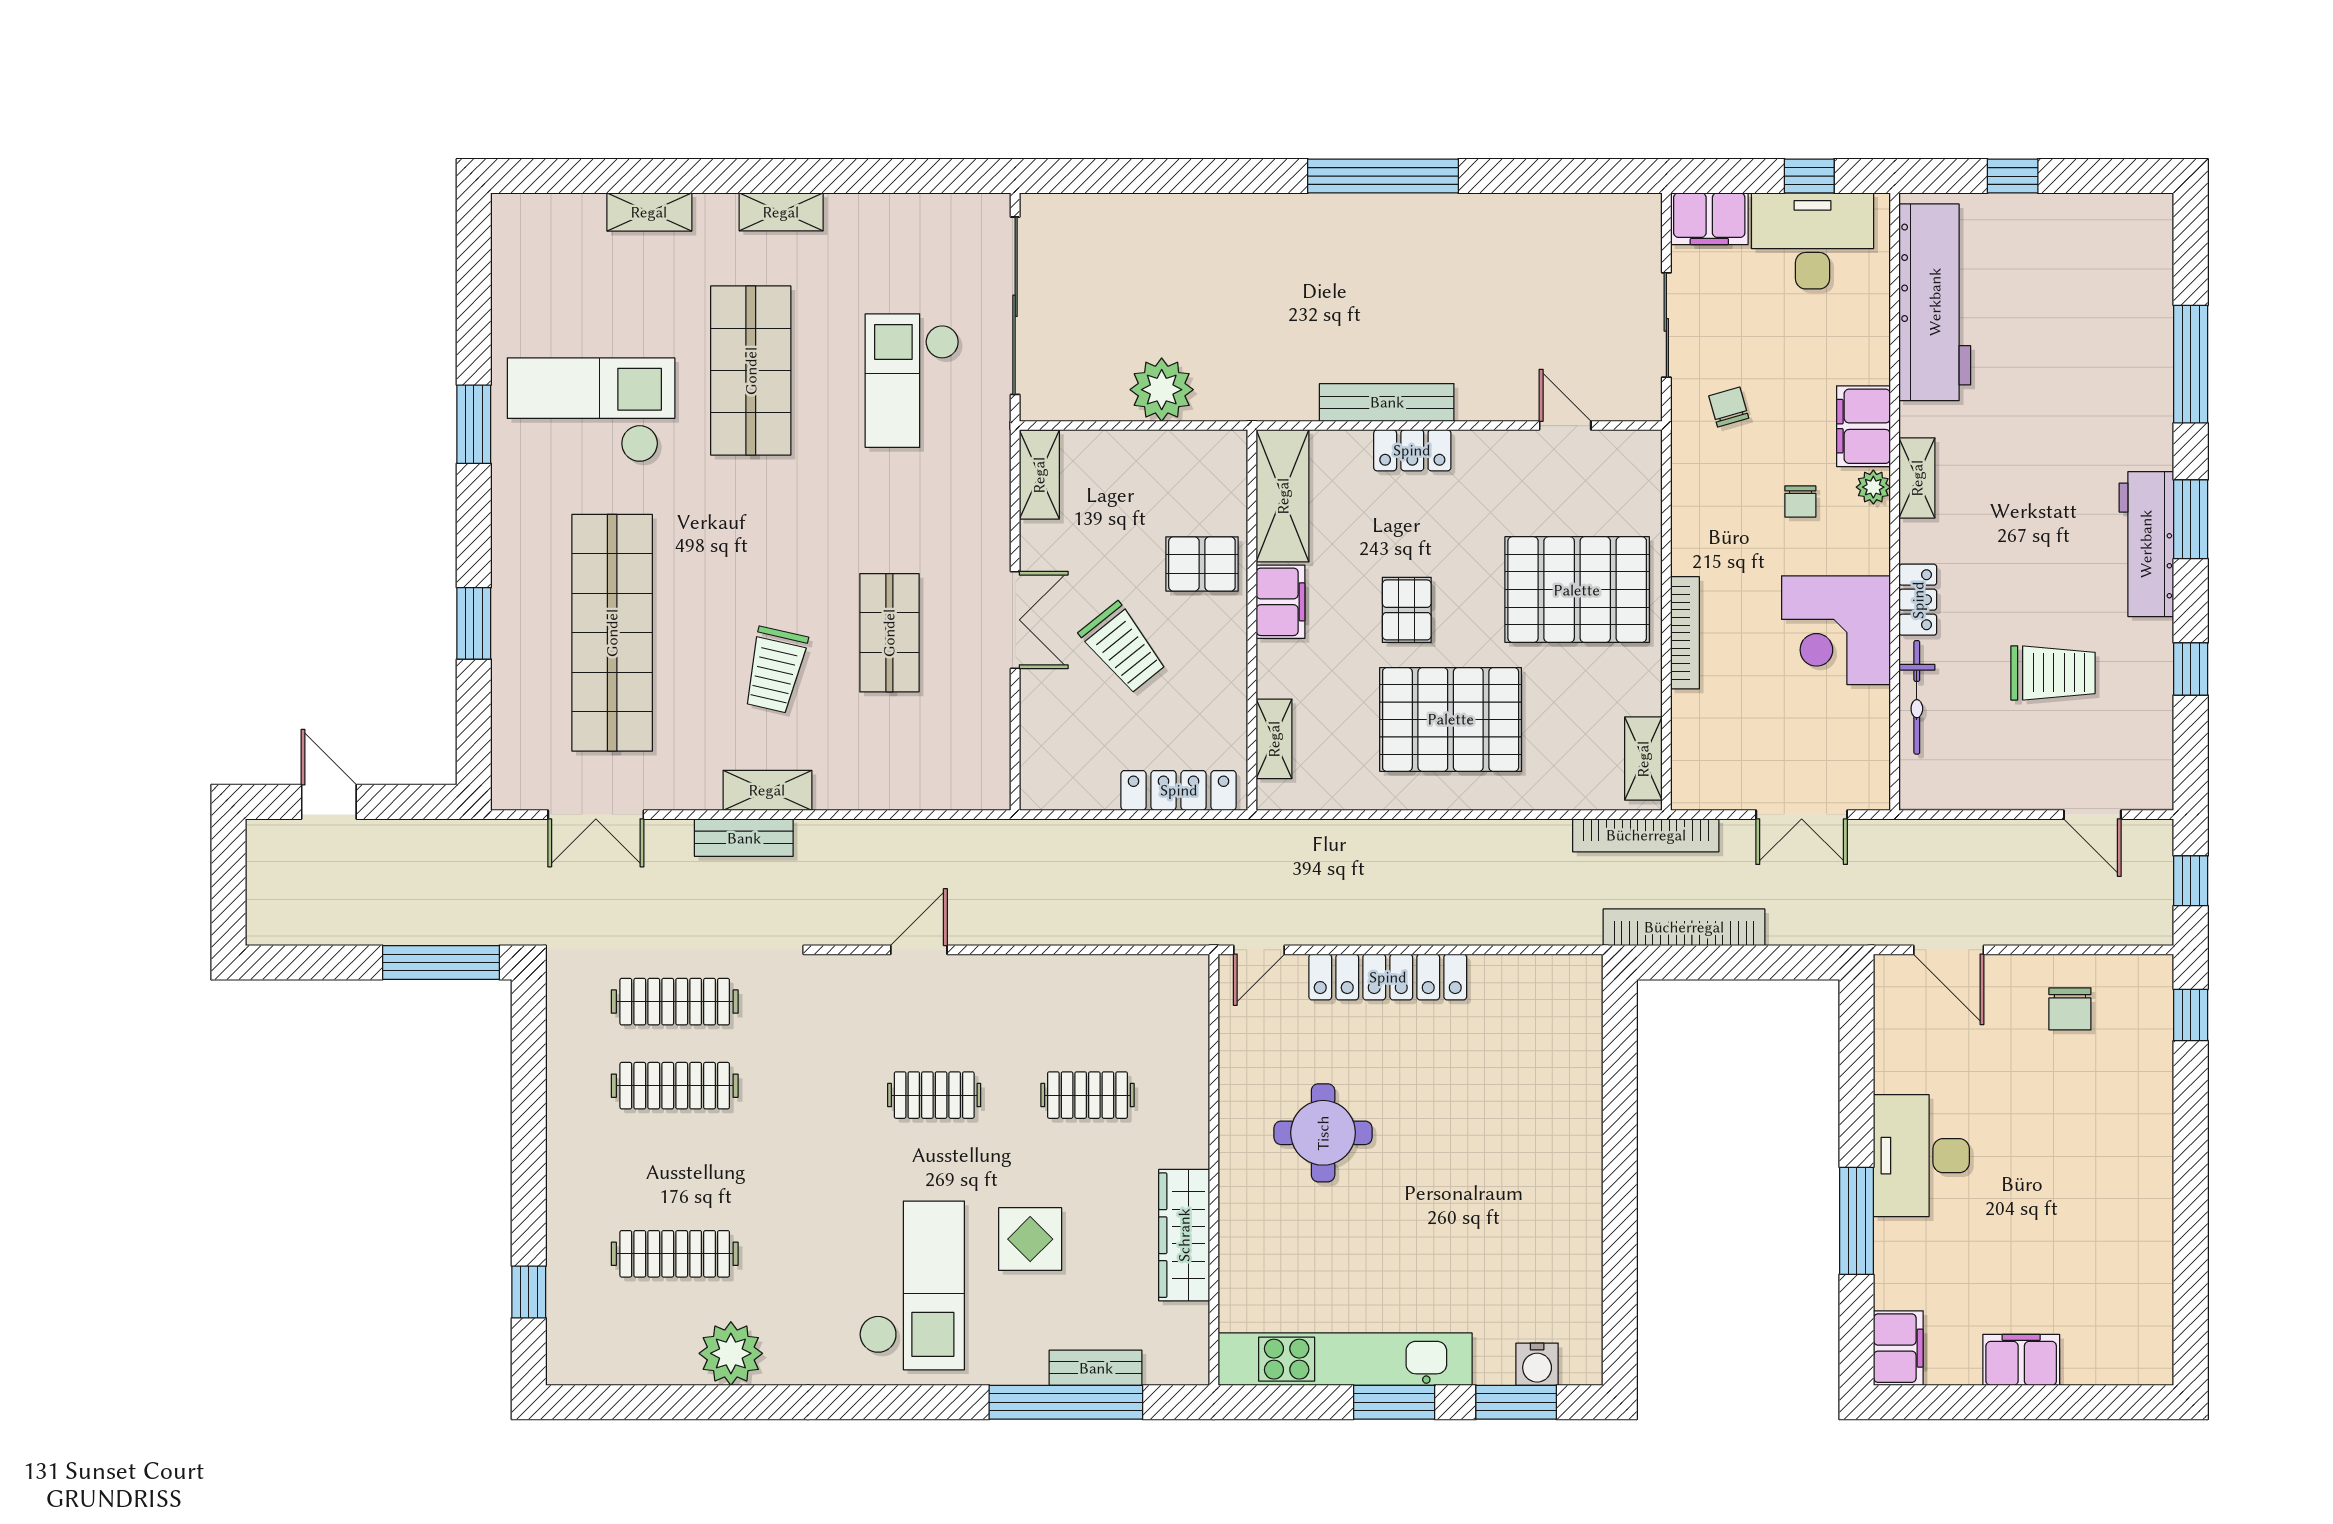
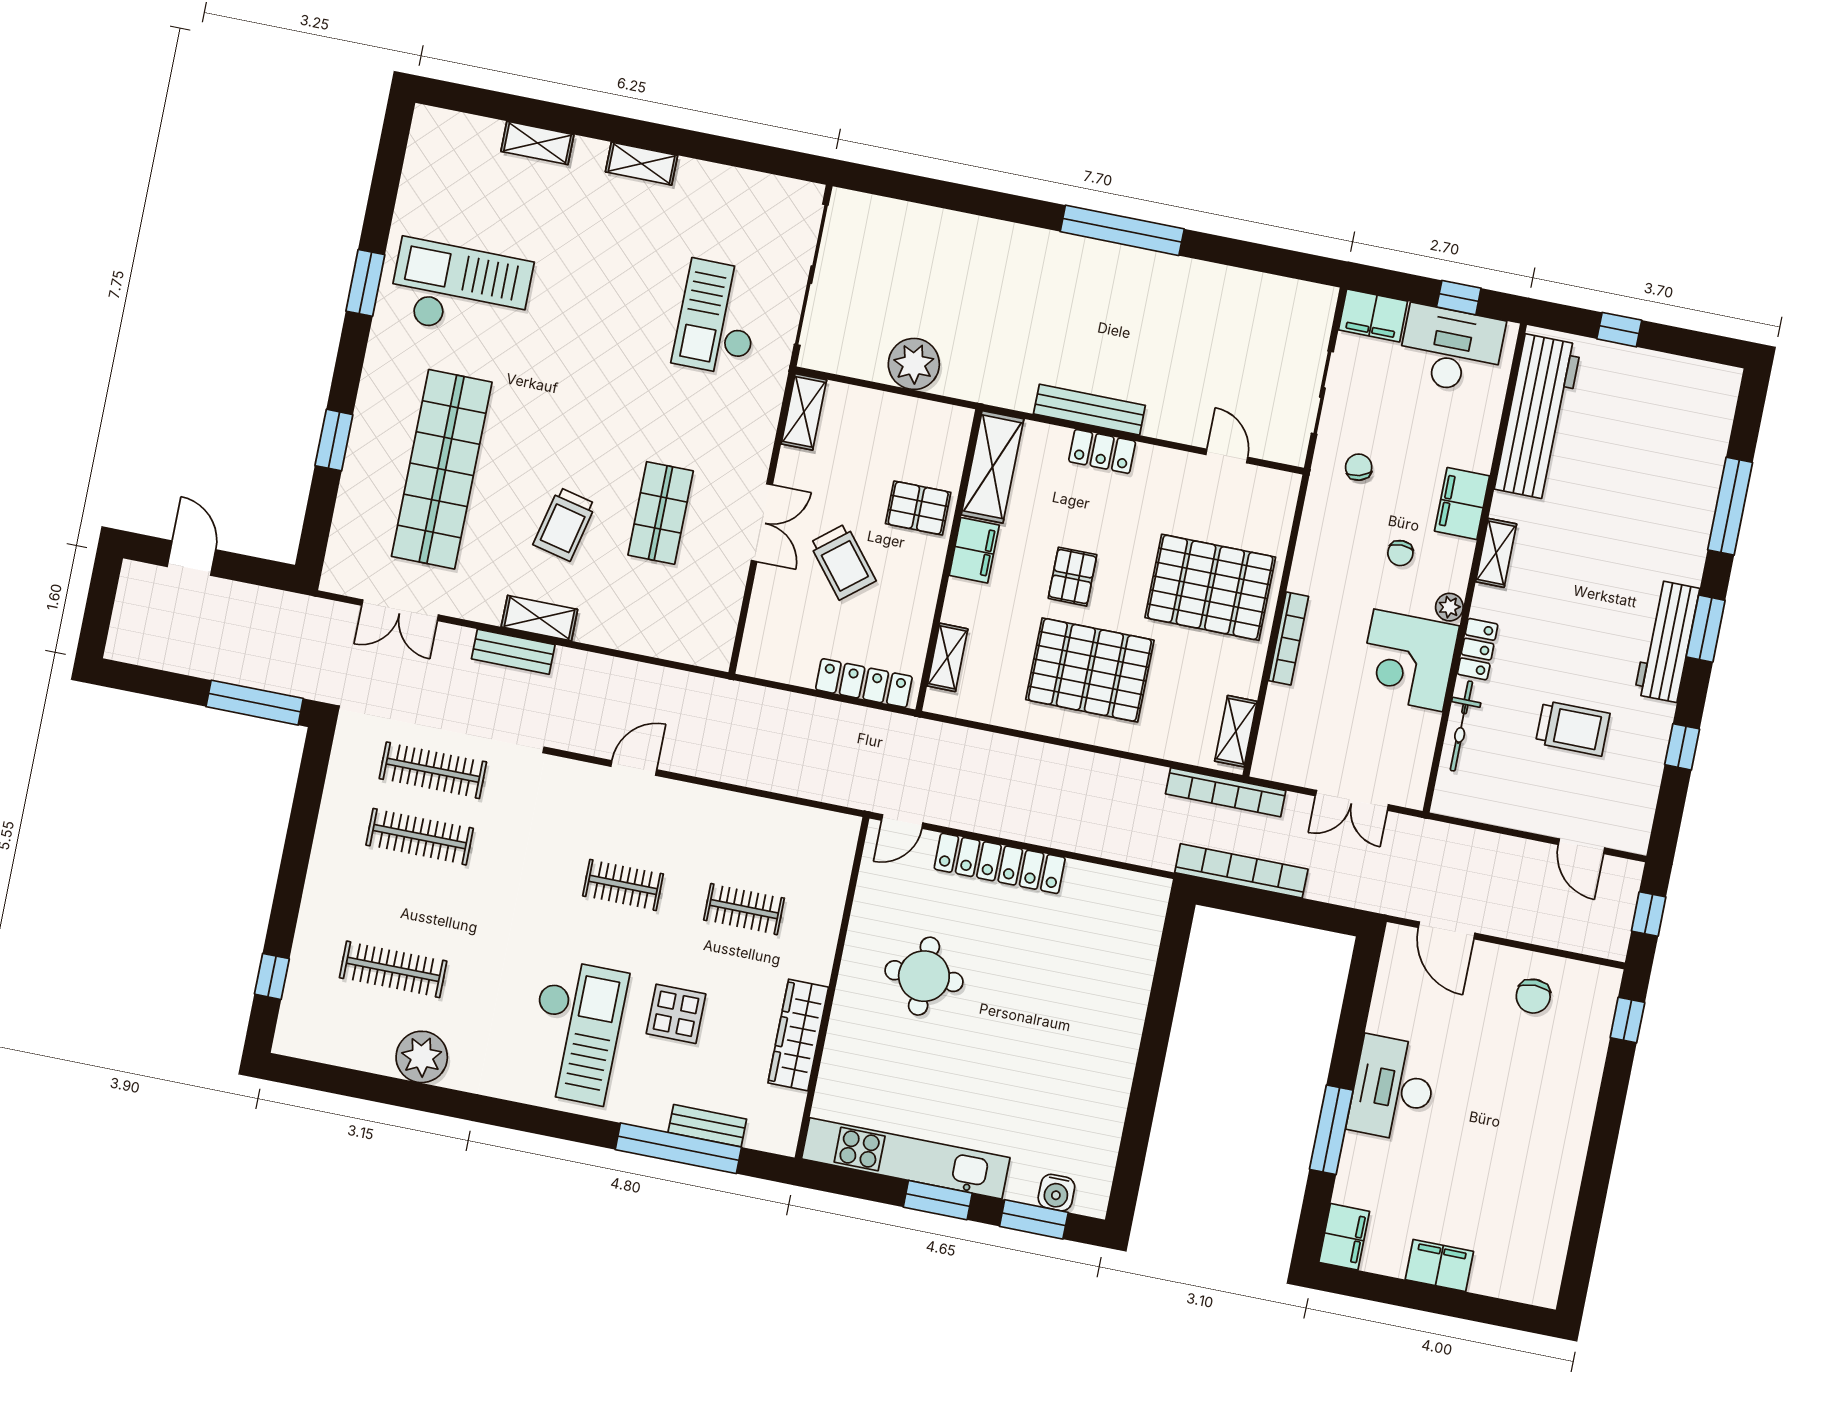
shop shelf: (751, 371) -> (593, 284), removed
plant: (1873, 487) -> (1449, 607), moved

